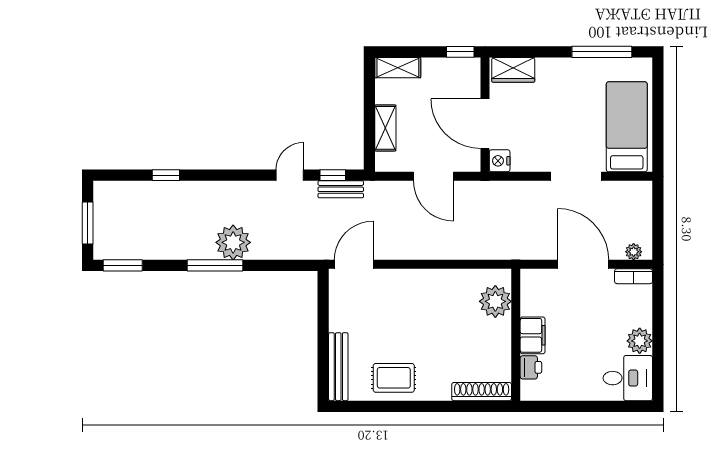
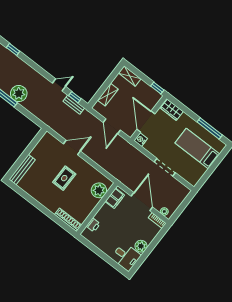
bed: (627, 127) -> (197, 149), moved, turned -90
door: (354, 264) -> (72, 147), moved
filing cabinet: (533, 335) -> (115, 198), moved
rug: (394, 378) -> (64, 178), moved, turned 90

